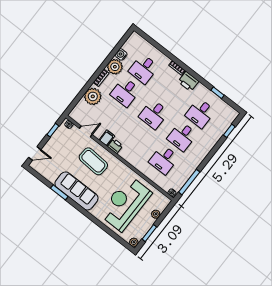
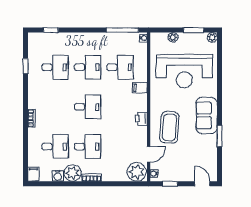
filing cabinet: (136, 38) -> (33, 174), added
printer: (188, 81) -> (36, 99), removed
plant: (93, 96) -> (137, 172), moved
door: (86, 131) -> (149, 154), swing flipped
filing cabinet: (107, 138) -> (140, 88), moved
sofa: (76, 191) -> (207, 115), width x0.73

